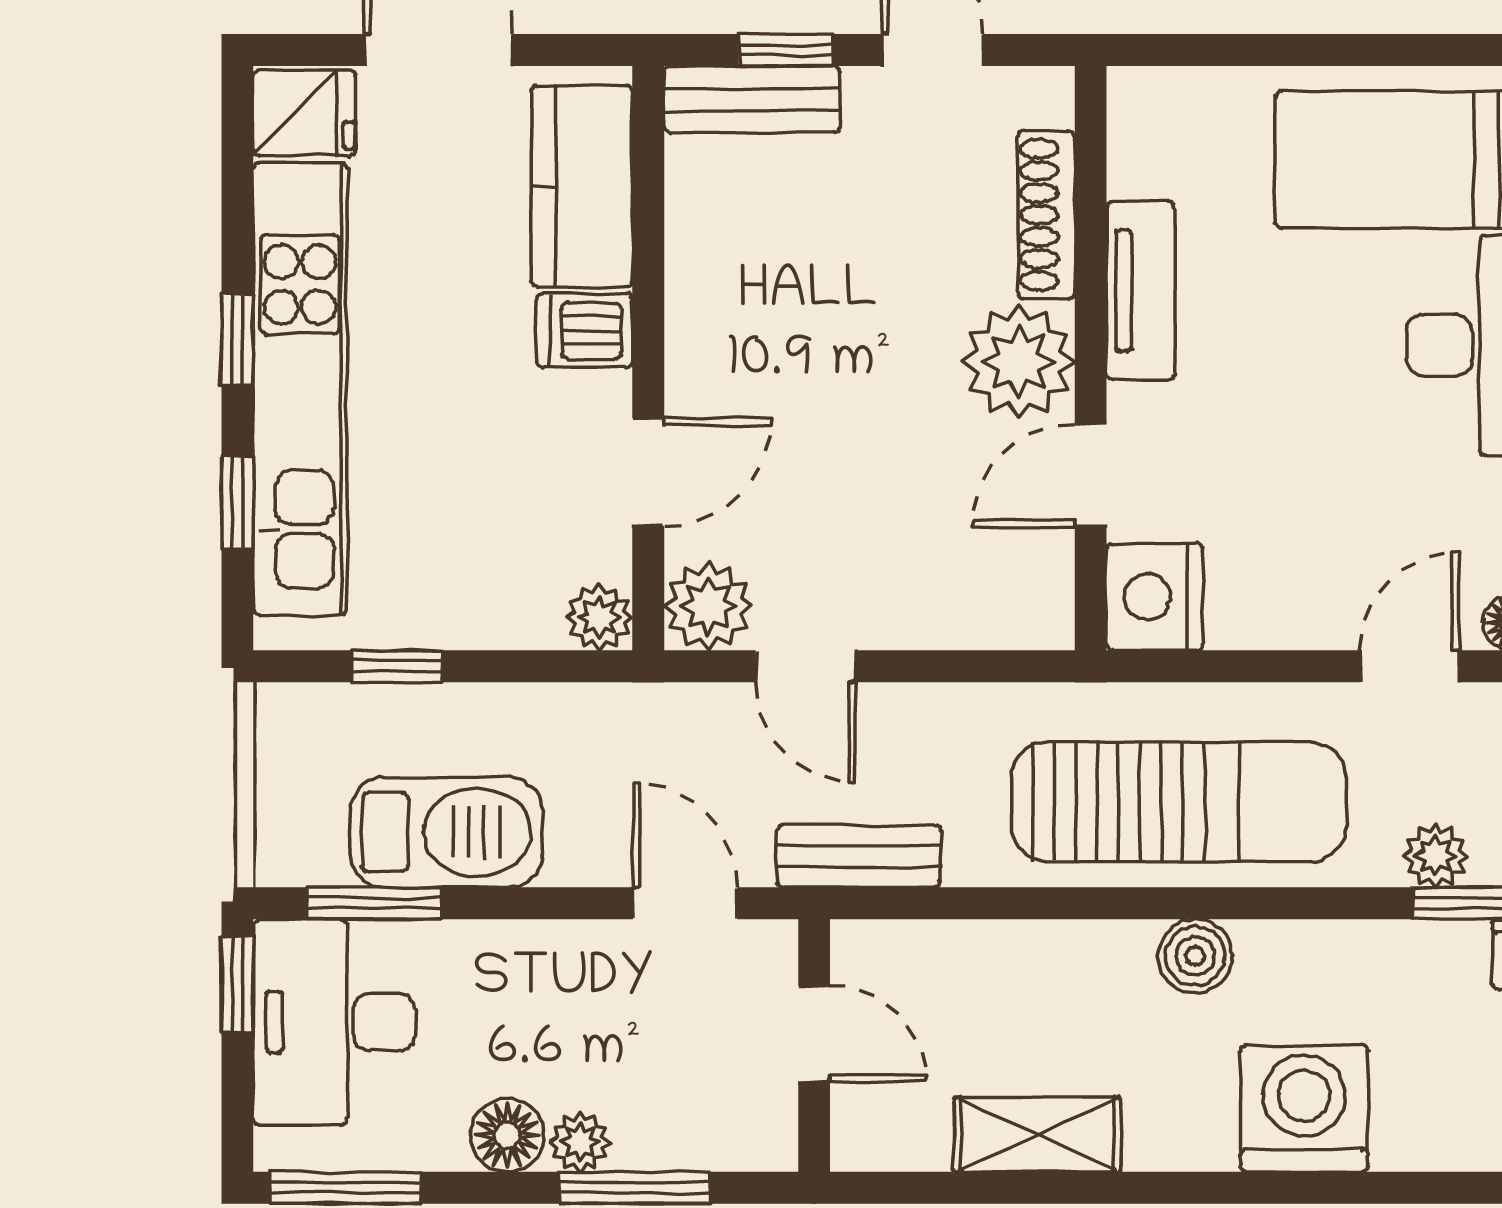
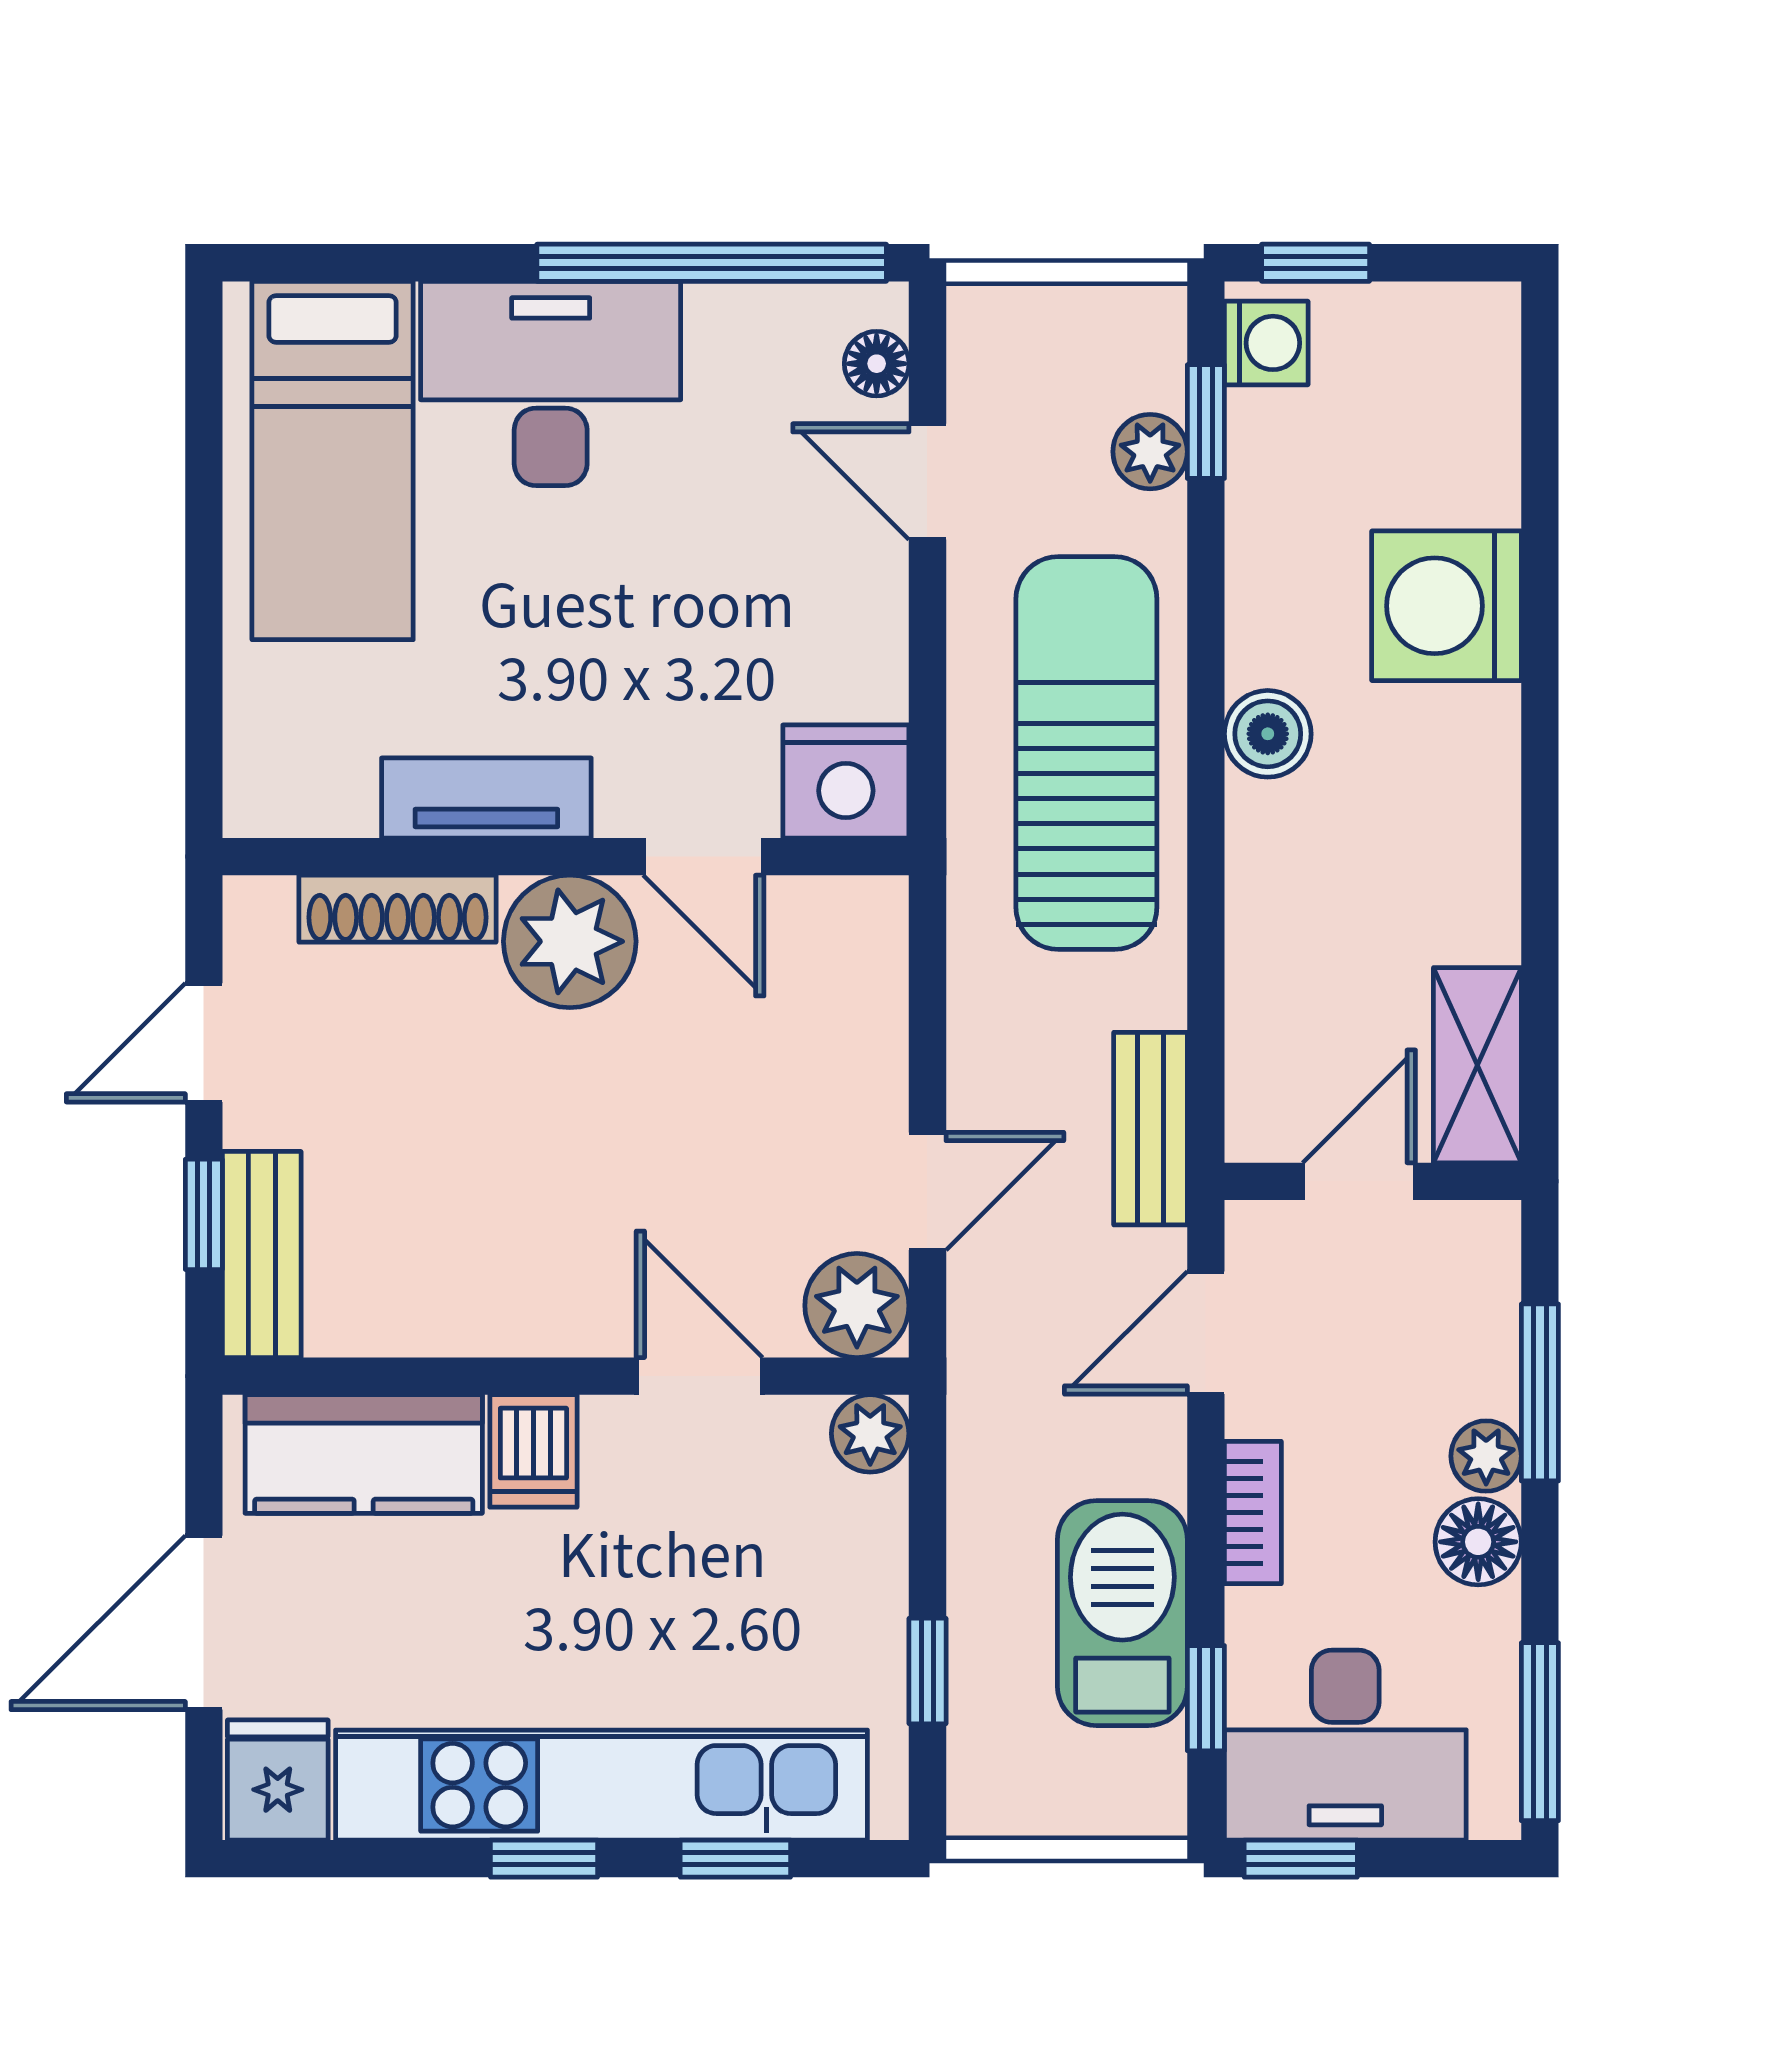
window: (374, 903) -> (1206, 1698), width x0.67
bookcase: (532, 943) -> (1253, 1513), added
shelving: (1037, 1135) -> (1477, 1065), moved

